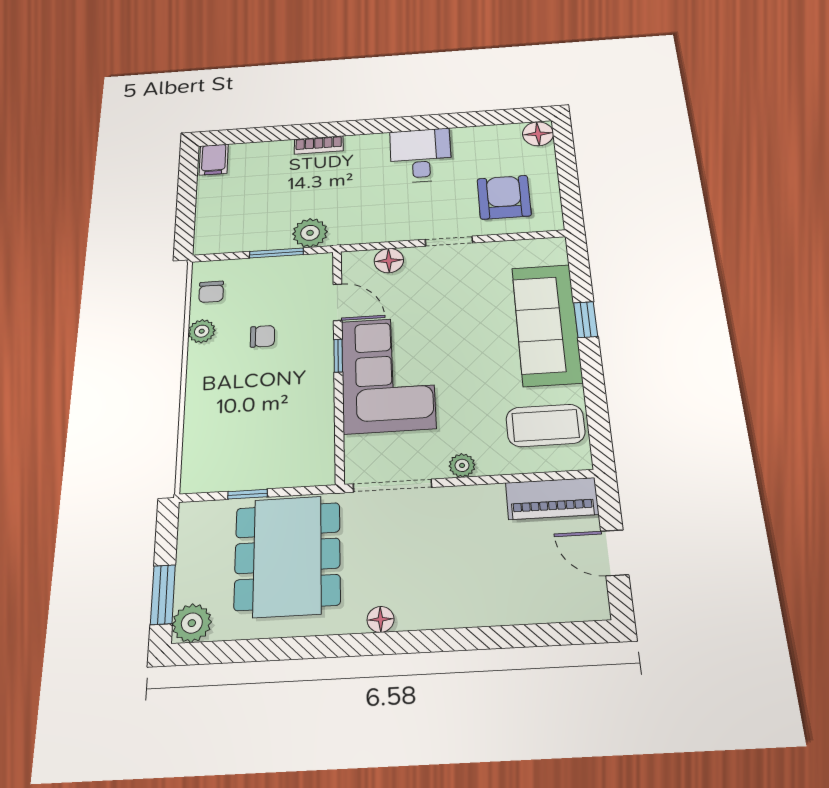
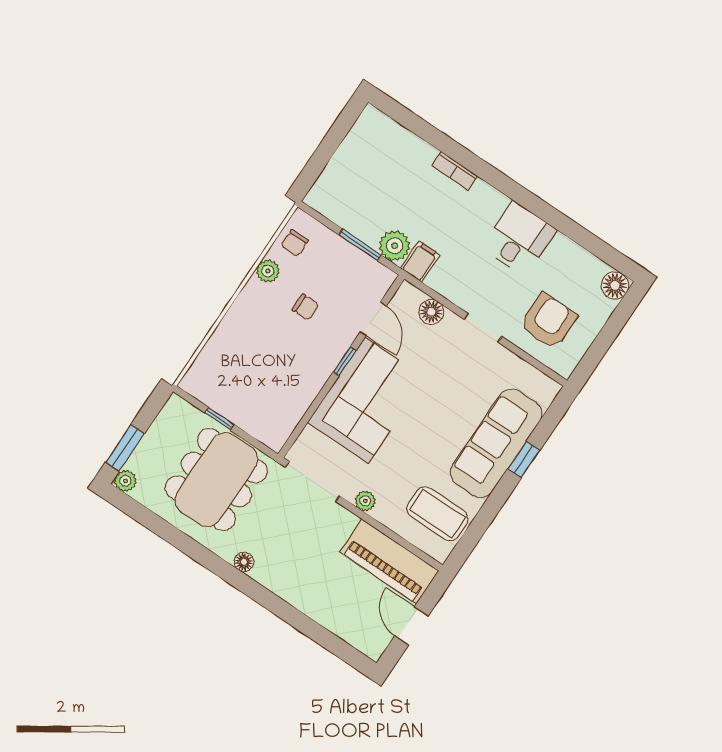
filing cabinet: (214, 160) -> (420, 261), moved, turned 180
piano: (552, 498) -> (389, 561), width x1.37, depth x1.33
plant: (192, 623) -> (125, 481), width x0.73, depth x0.73

